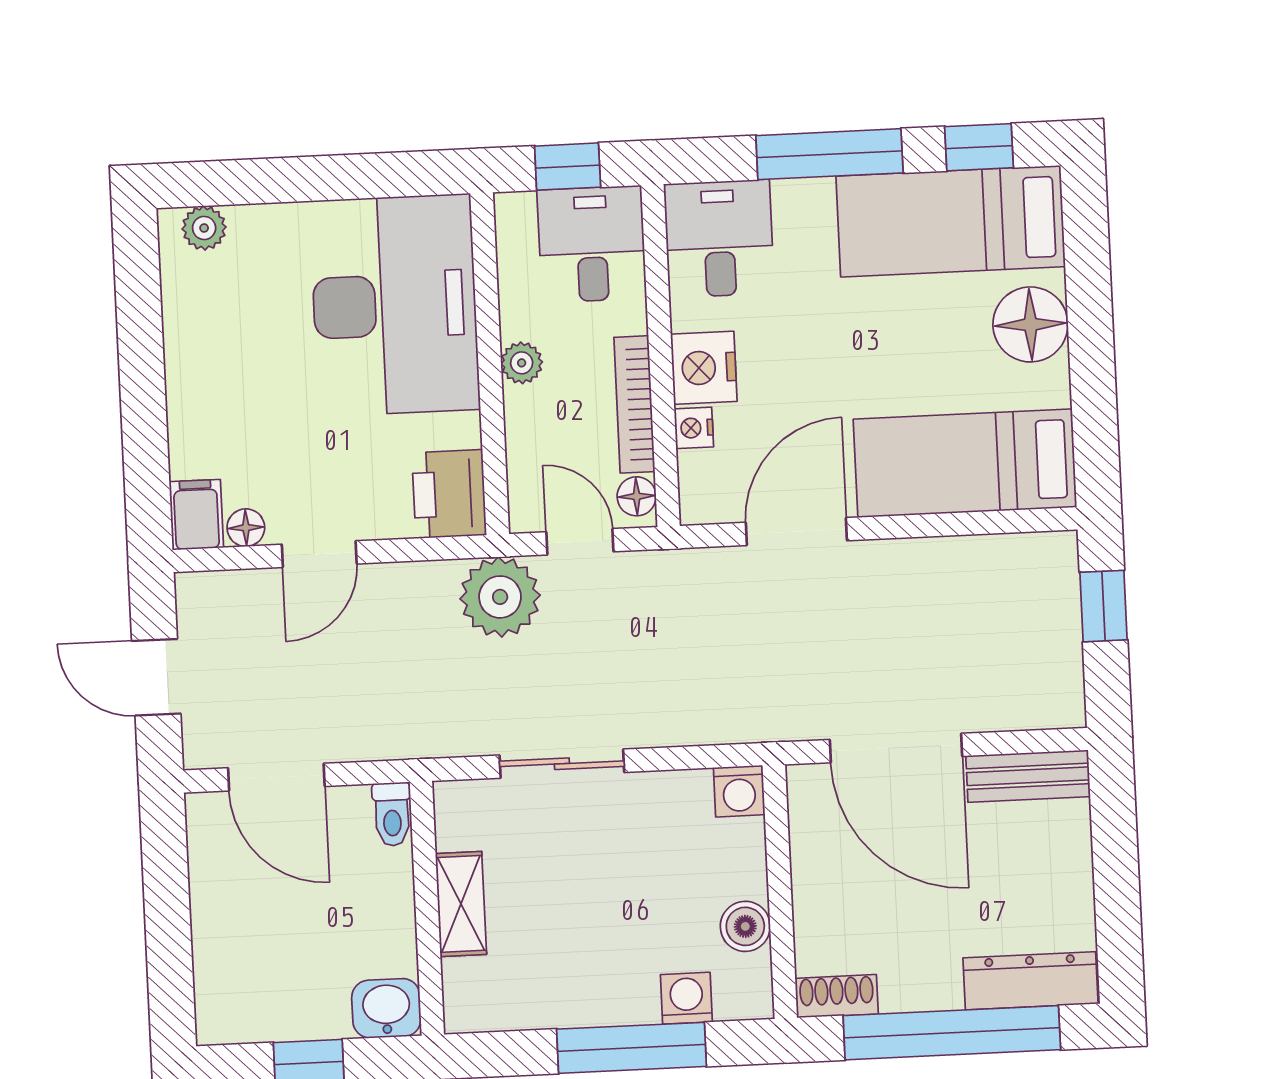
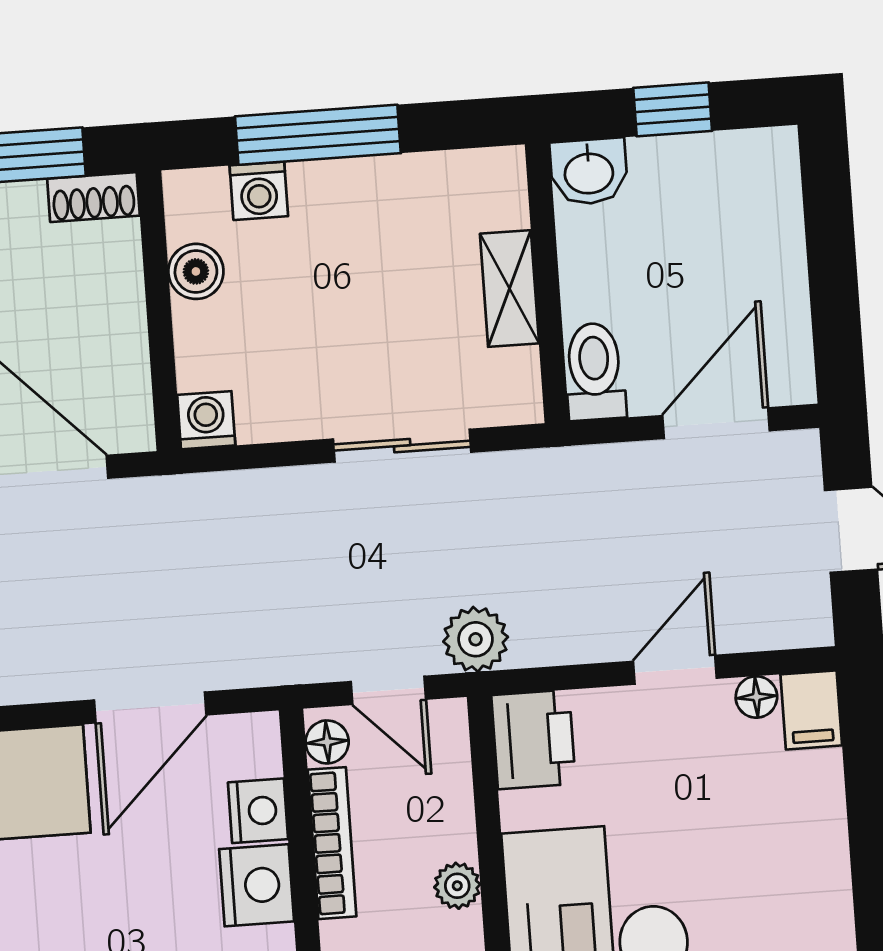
nightstand: (694, 428) -> (258, 811), width x1.39, depth x1.35
plant: (500, 597) -> (476, 639), width x0.73, depth x0.73
door: (276, 777) -> (716, 423), hinge flipped
toilet: (392, 814) -> (595, 372), width x1.37, depth x1.39

